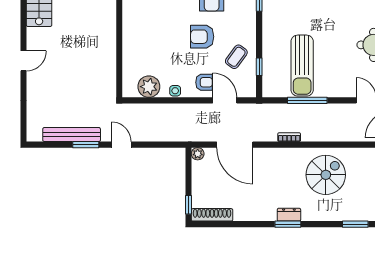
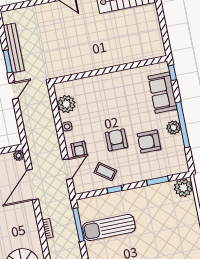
window: (259, 67) -> (114, 189), moved
window: (307, 100) -> (78, 225), moved

